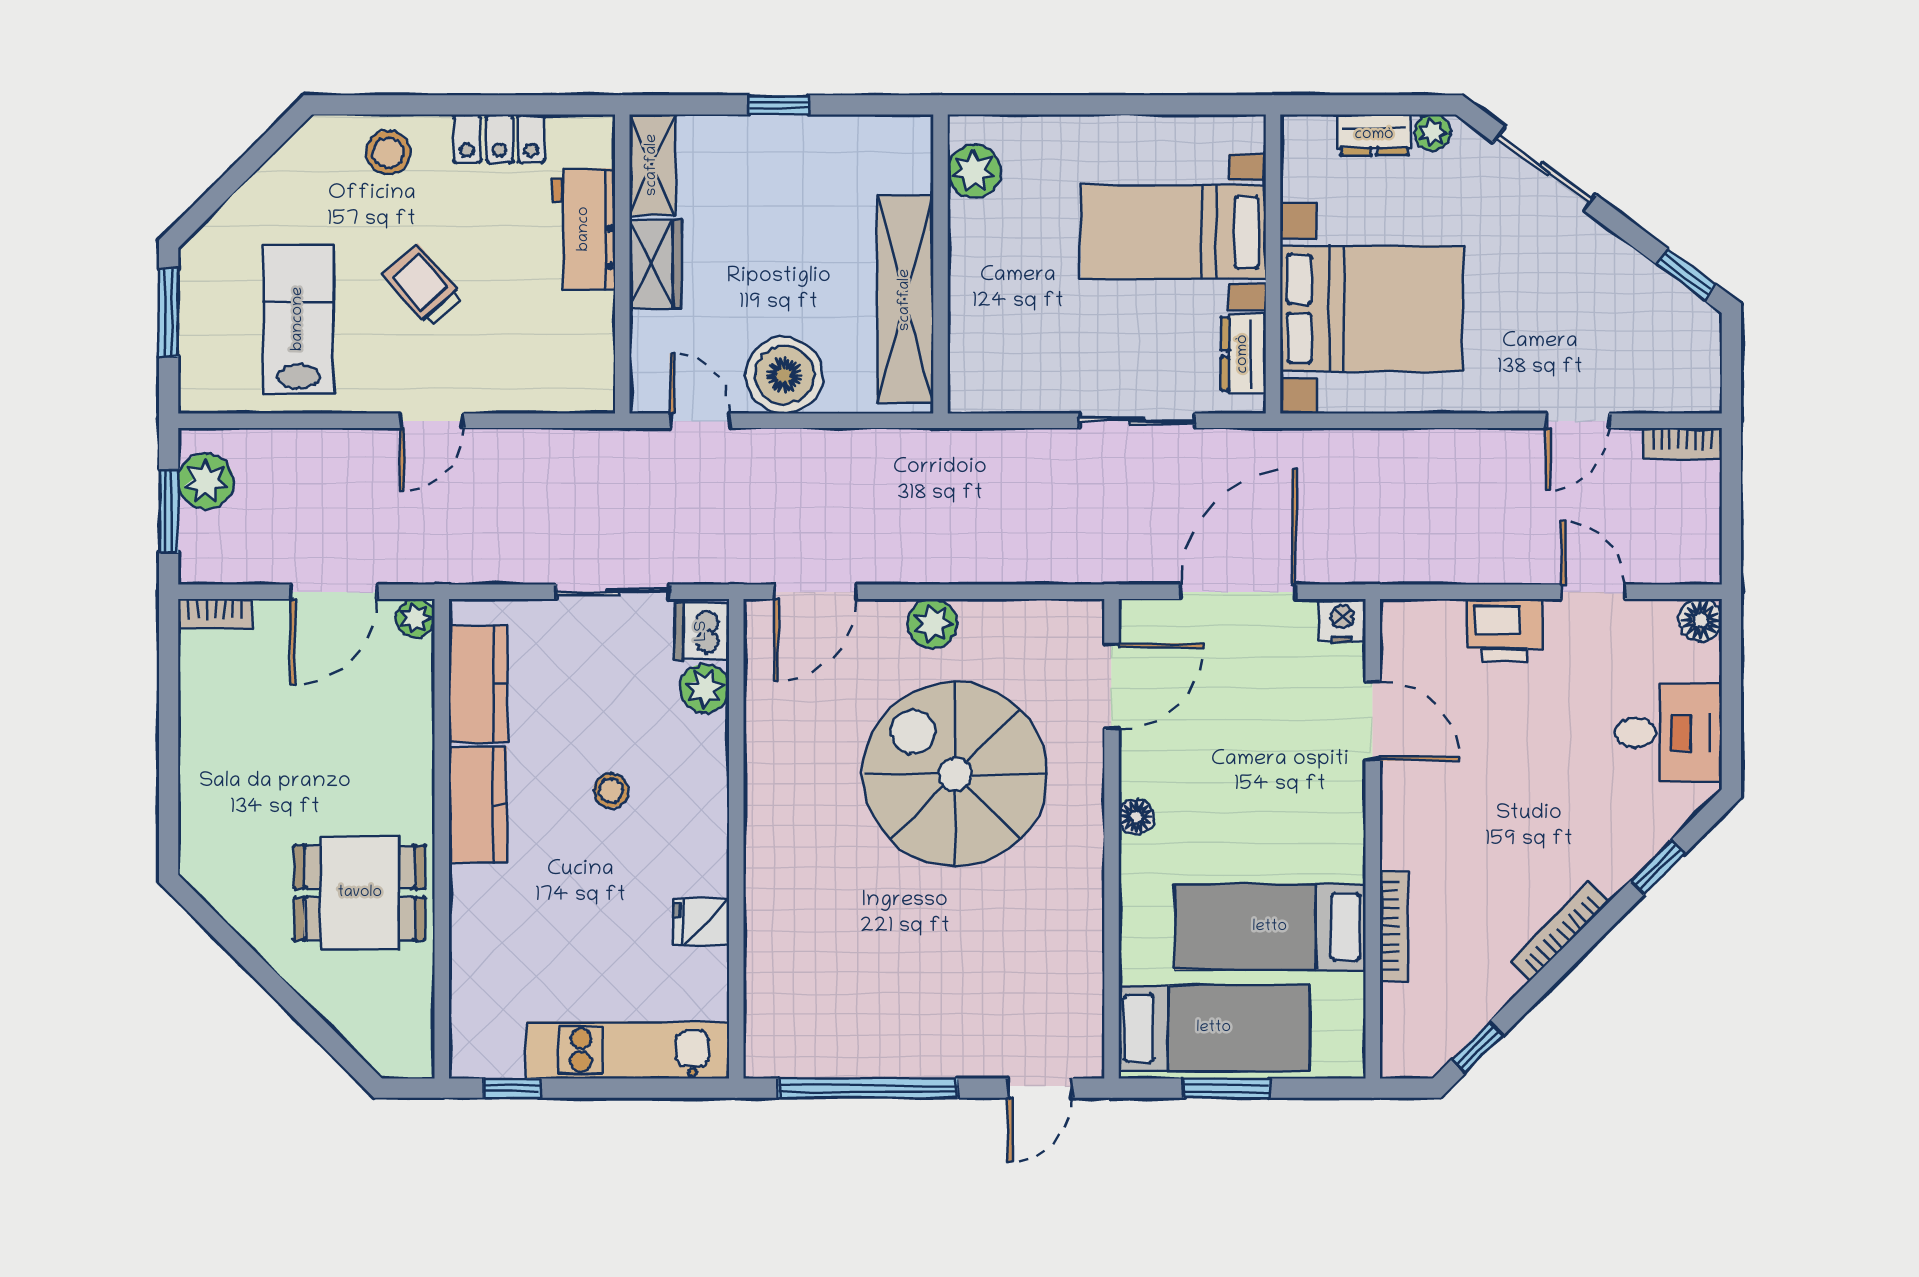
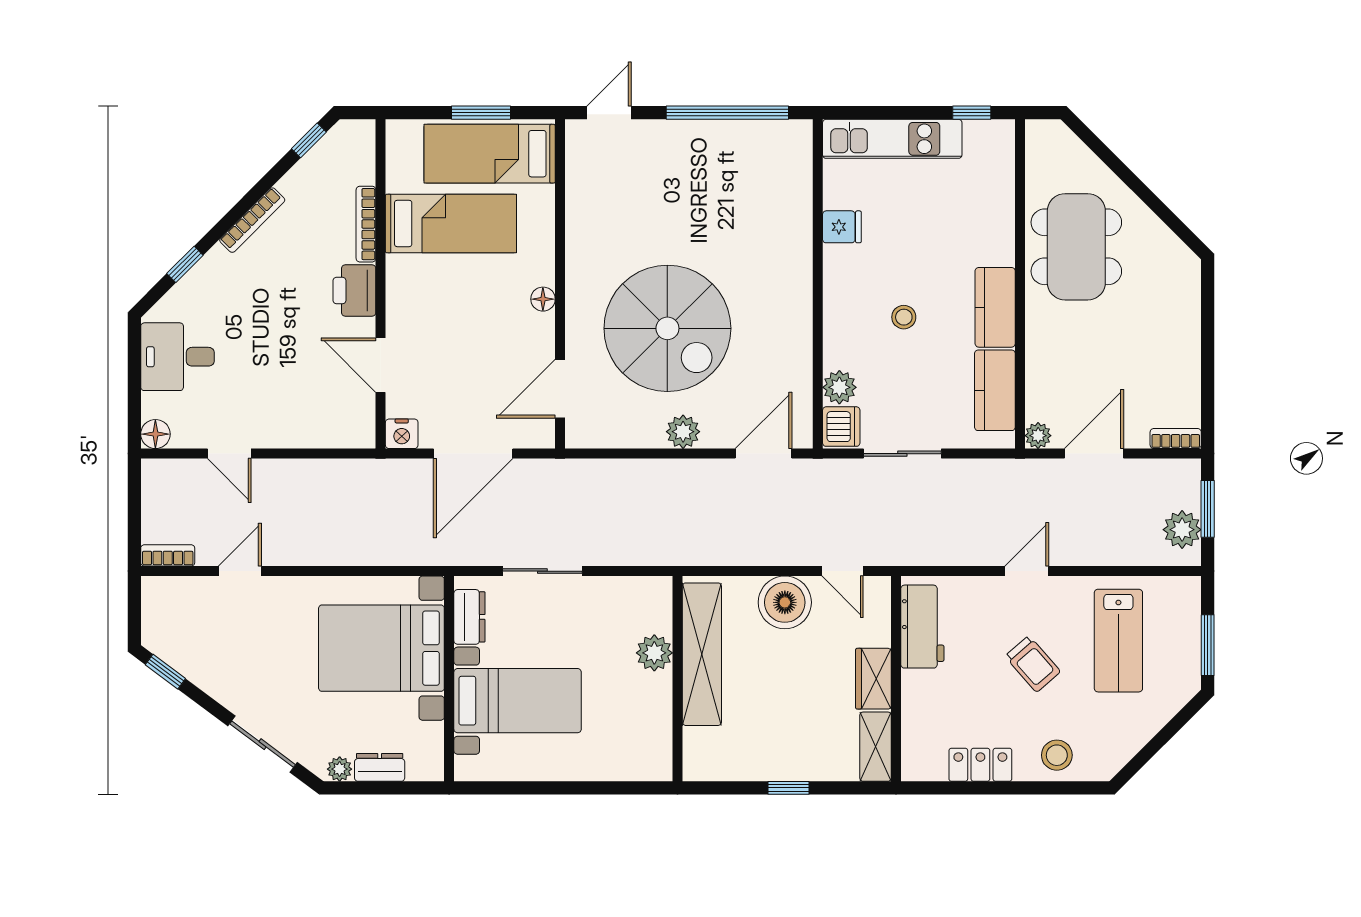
plant: (974, 171) -> (654, 653), moved
workbench: (584, 229) -> (922, 627), moved
printer: (1505, 630) -> (354, 291), moved, turned -90
dining table: (360, 893) -> (1076, 247), width x1.38

